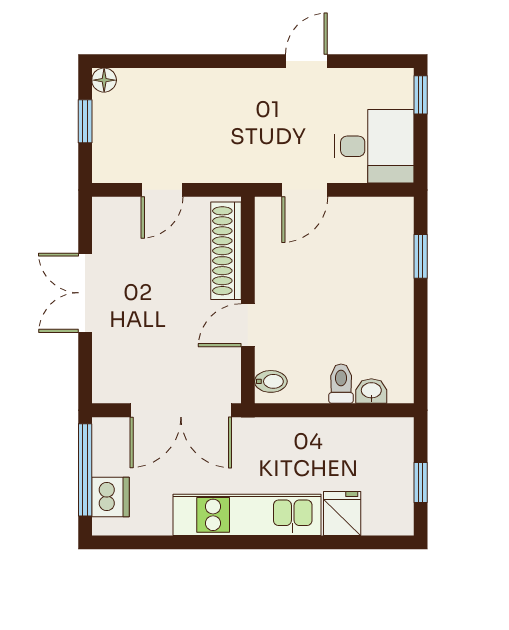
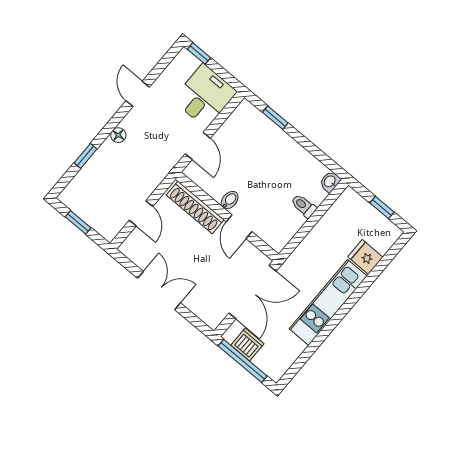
window: (175, 61) -> (86, 156), added
floor lamp: (104, 80) -> (118, 135), moved
double door: (85, 293) -> (159, 291), swing flipped
bidet: (271, 381) -> (230, 200), moved
washbasin: (371, 391) -> (330, 182), moved
dishwasher: (111, 497) -> (247, 344), moved

